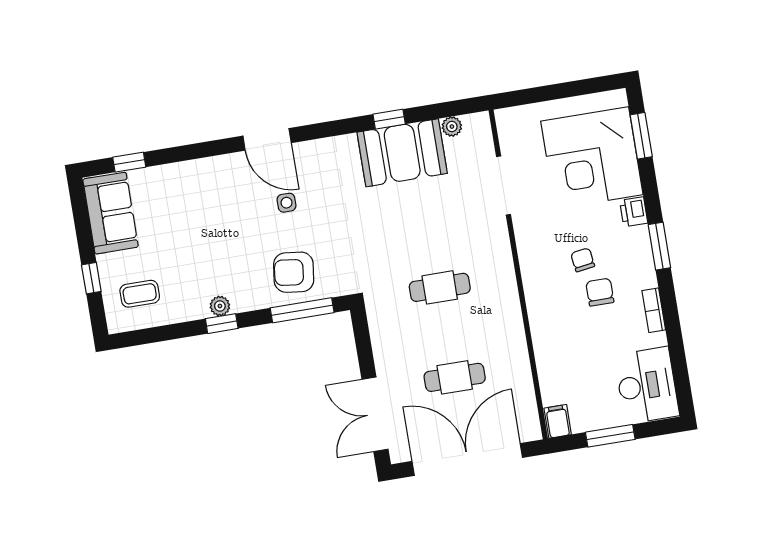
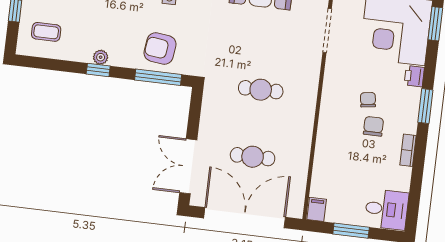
desk: (647, 385) -> (387, 209), width x0.73

